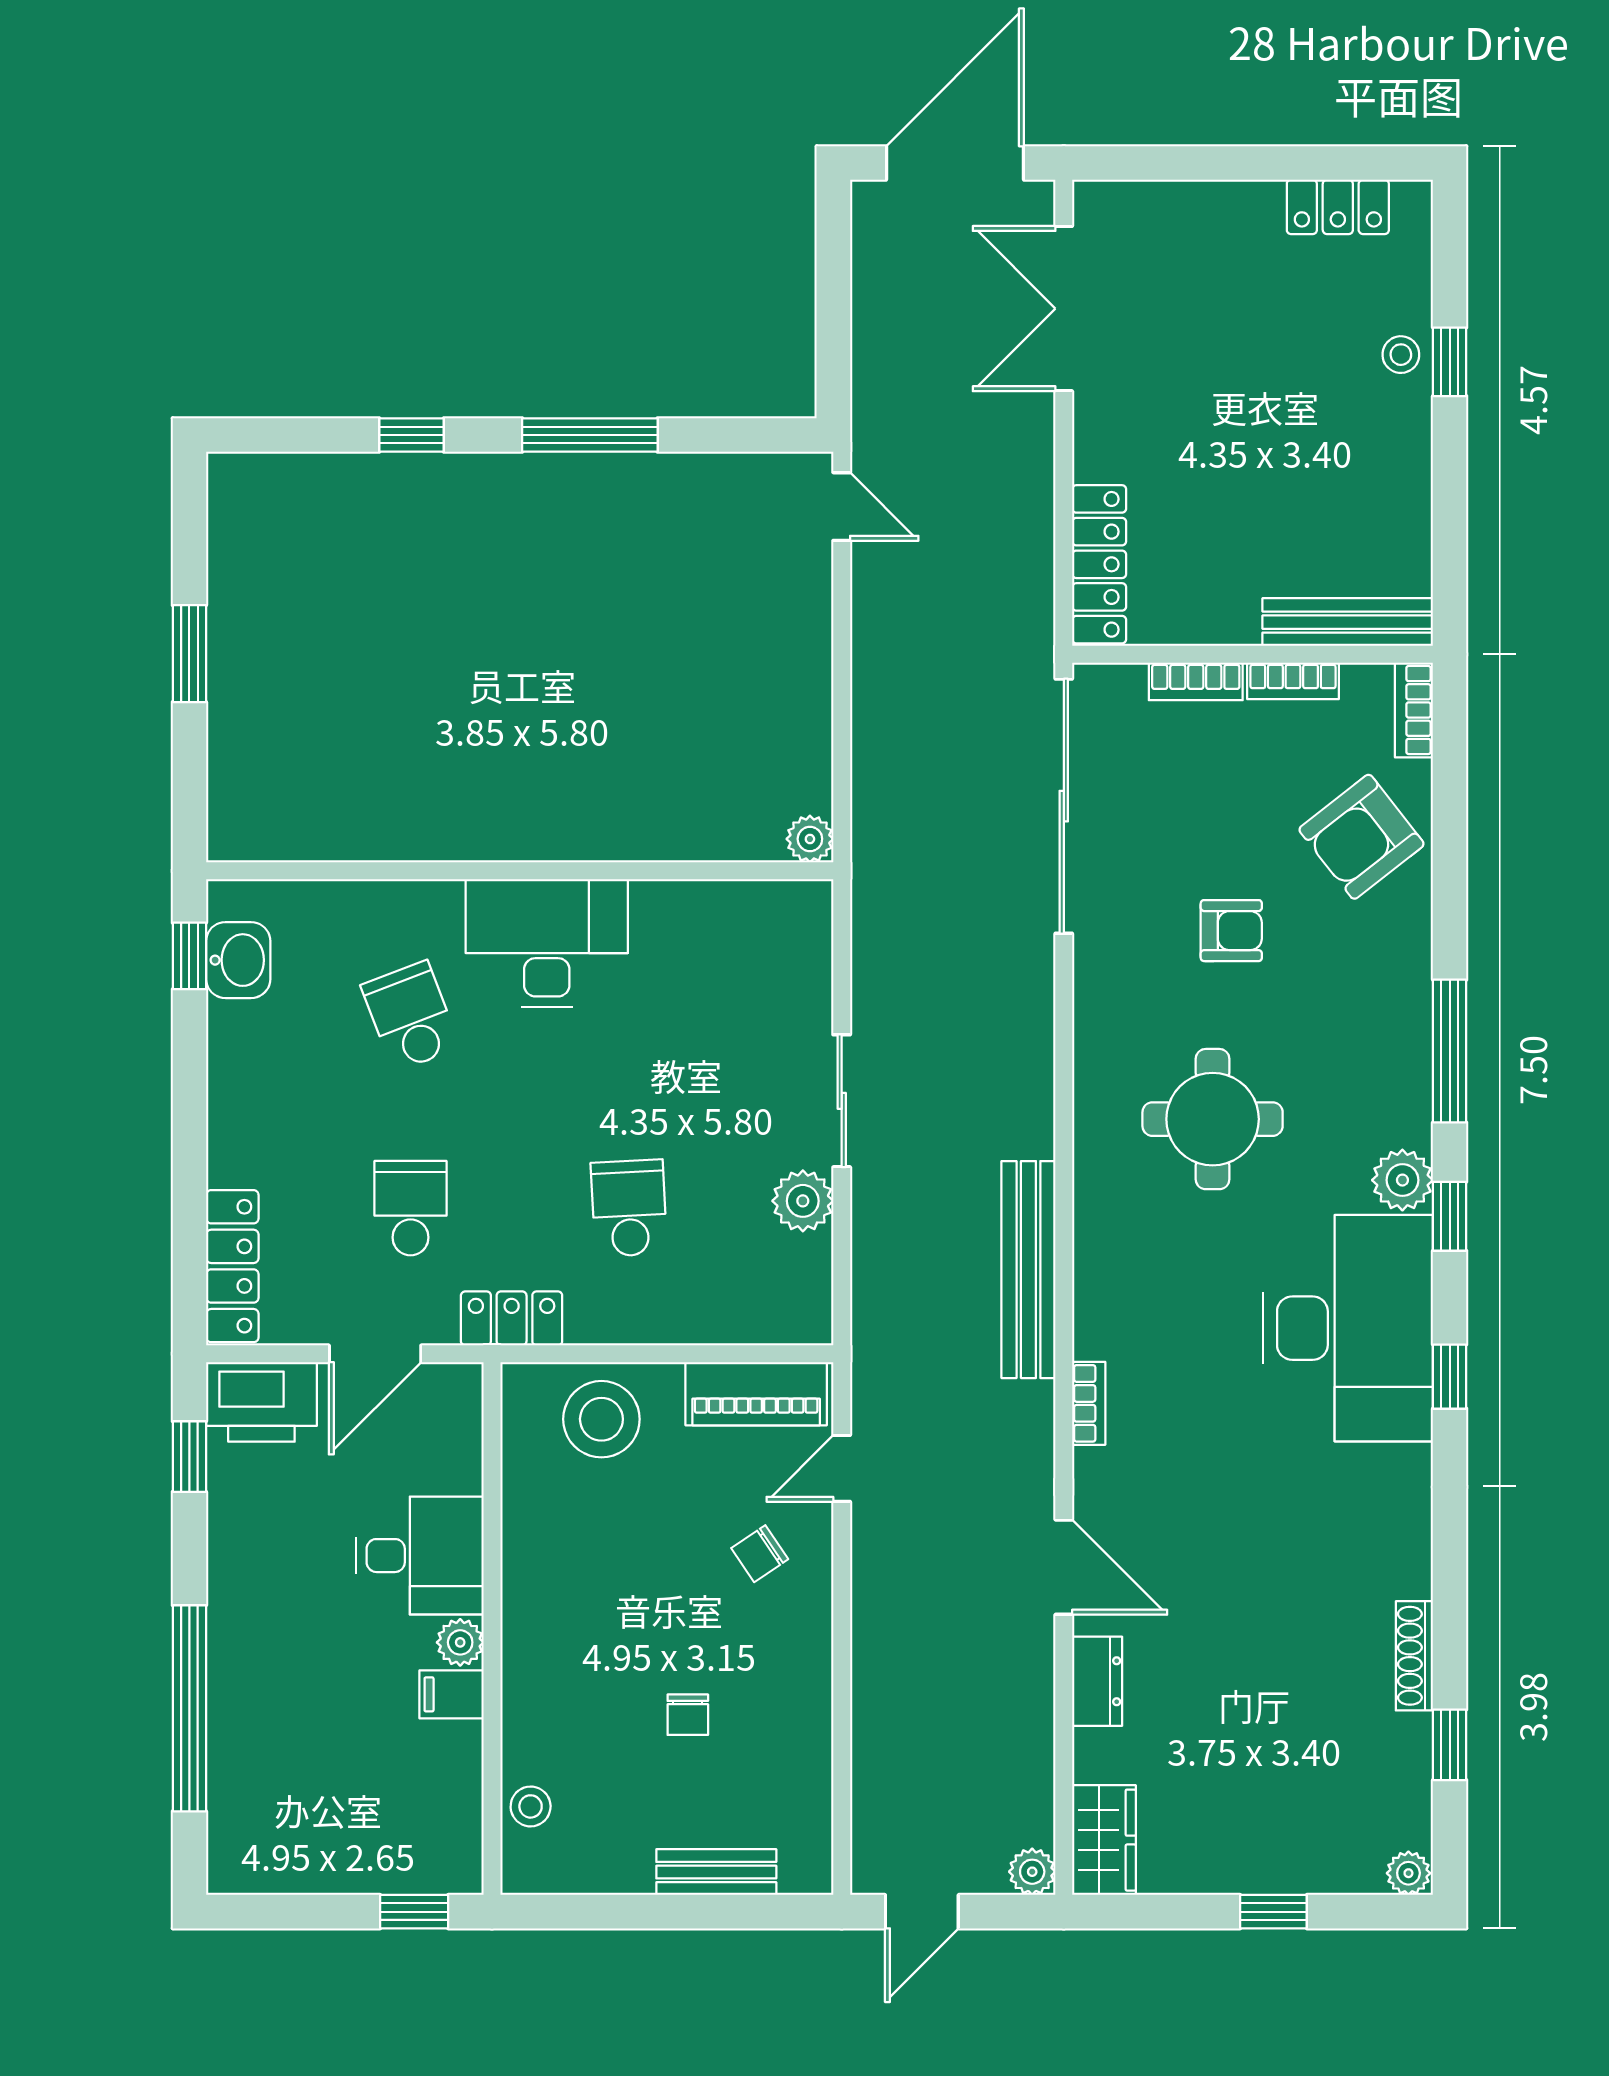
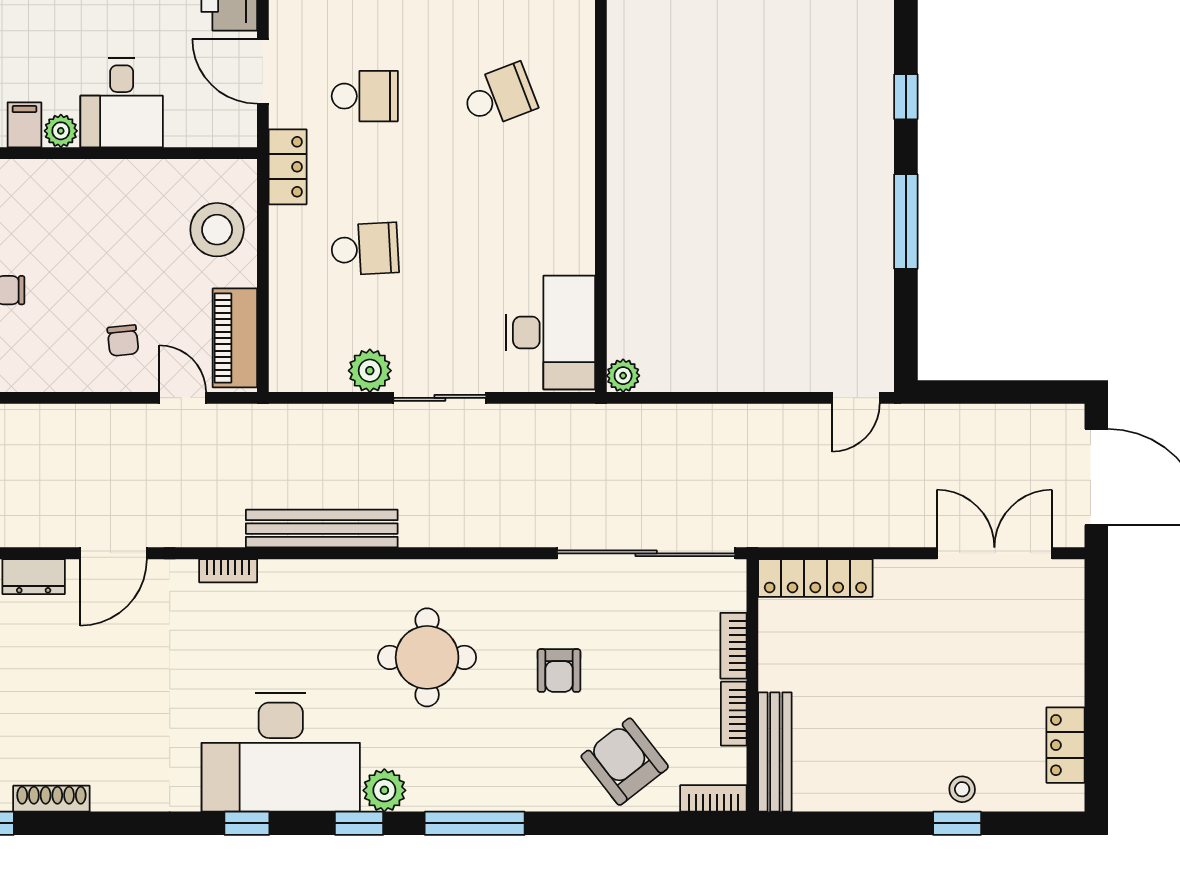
desk: (547, 943) -> (550, 332), moved
chair: (760, 1554) -> (123, 340), turned -152

